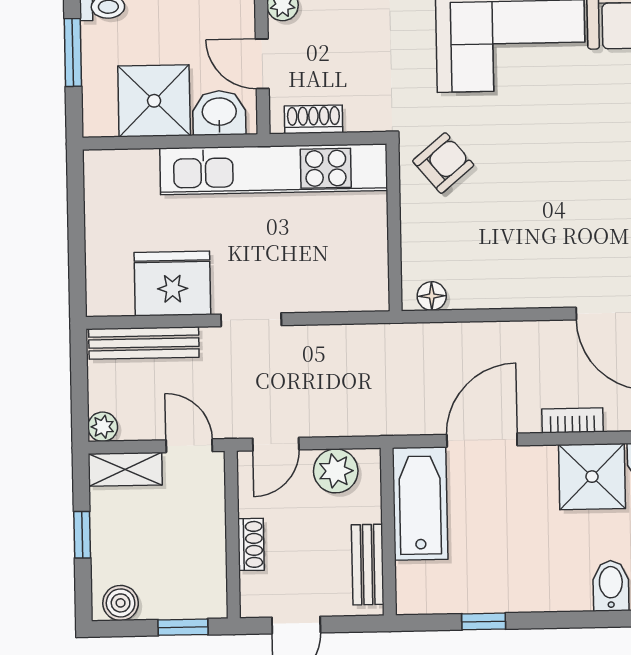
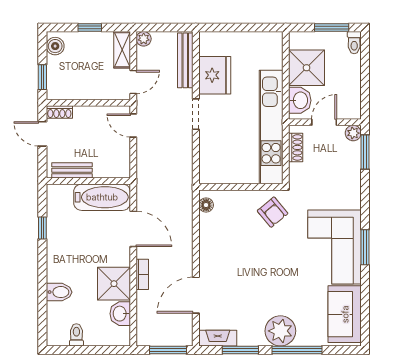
plant: (336, 471) -> (119, 155), removed
shoe rack: (251, 544) -> (59, 112), moved

